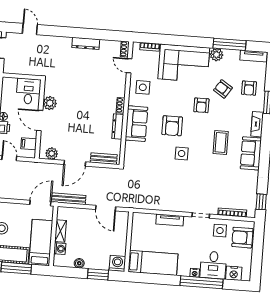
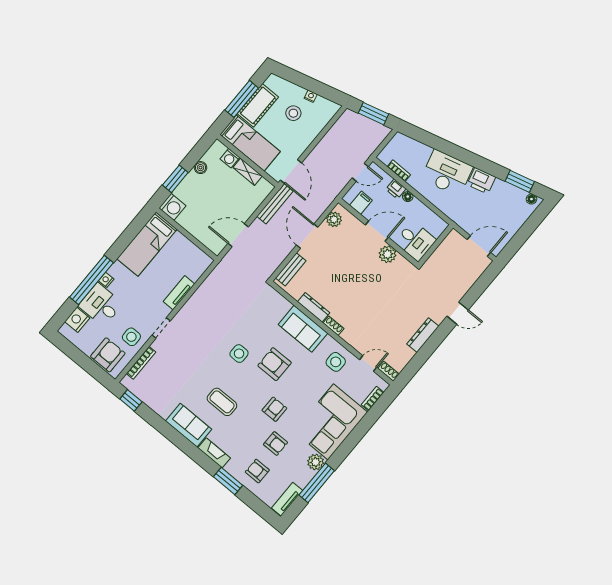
door: (30, 29) -> (458, 313), moved
armchair: (223, 89) -> (276, 443), turned 57
armchair: (201, 105) -> (274, 409), turned 90

